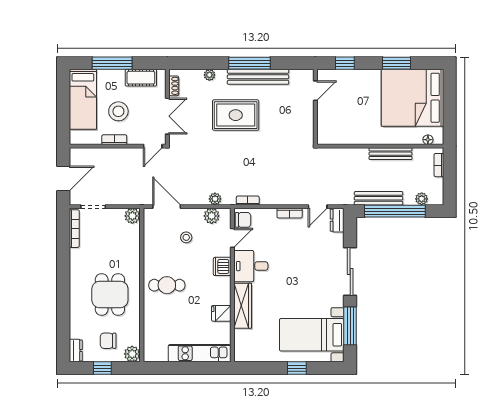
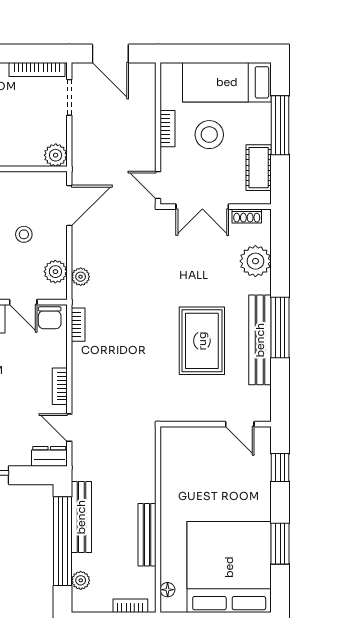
plant: (209, 75) -> (255, 261), width x1.88, depth x1.88
rug: (236, 115) -> (202, 341), moved

